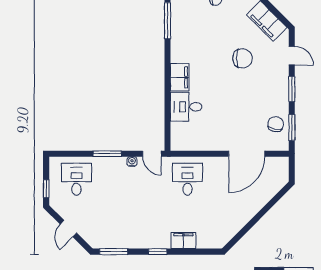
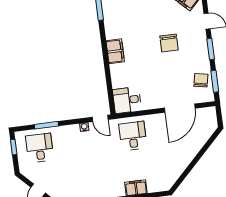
chair: (242, 58) -> (169, 43), moved, turned 90
desk: (186, 107) -> (127, 100), moved
window: (107, 154) -> (46, 125), moved
window: (46, 189) -> (14, 147), moved

